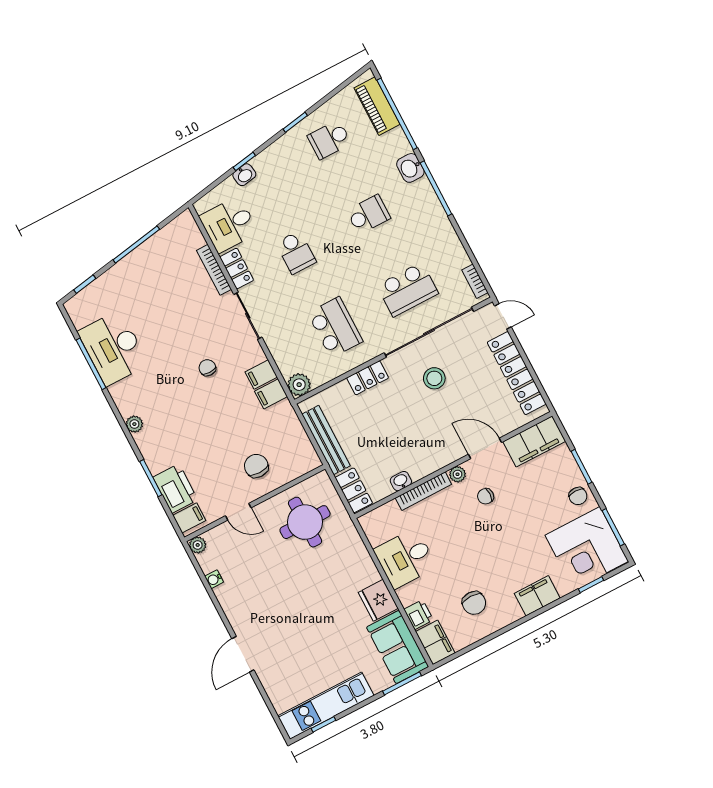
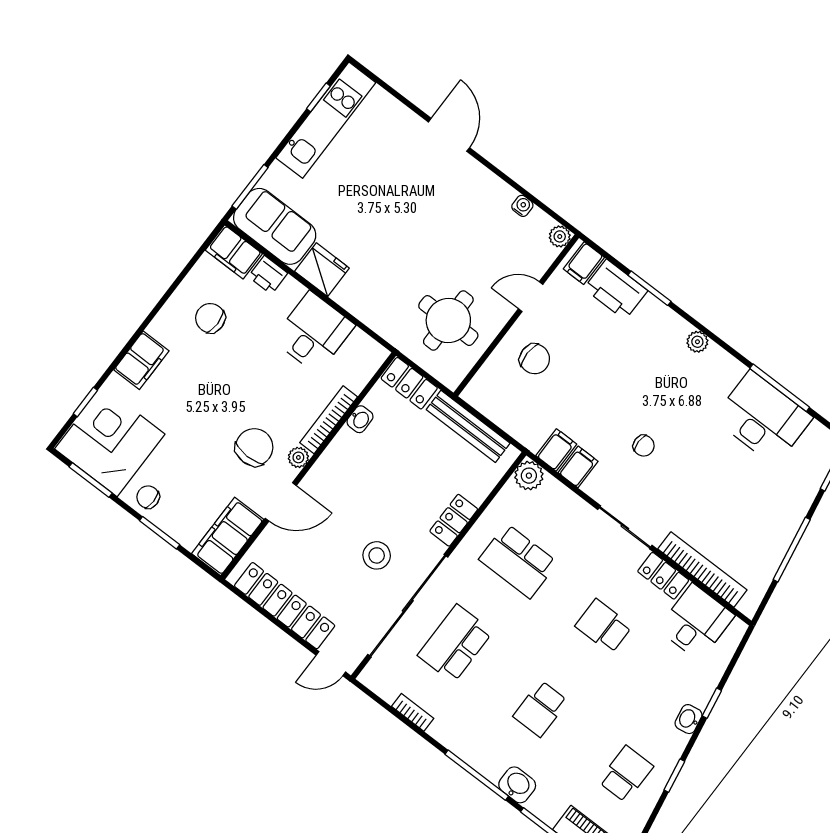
washbasin: (244, 175) -> (689, 719), moved
bookcase: (214, 270) -> (702, 569), width x1.48, depth x1.31
bookcase: (475, 281) -> (413, 712), moved
chair: (486, 496) -> (254, 447), width x1.87, depth x1.87

